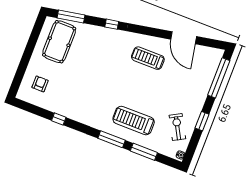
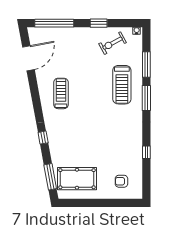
door: (184, 38) -> (28, 58), moved
treadmill: (148, 58) -> (61, 93), turned 180

